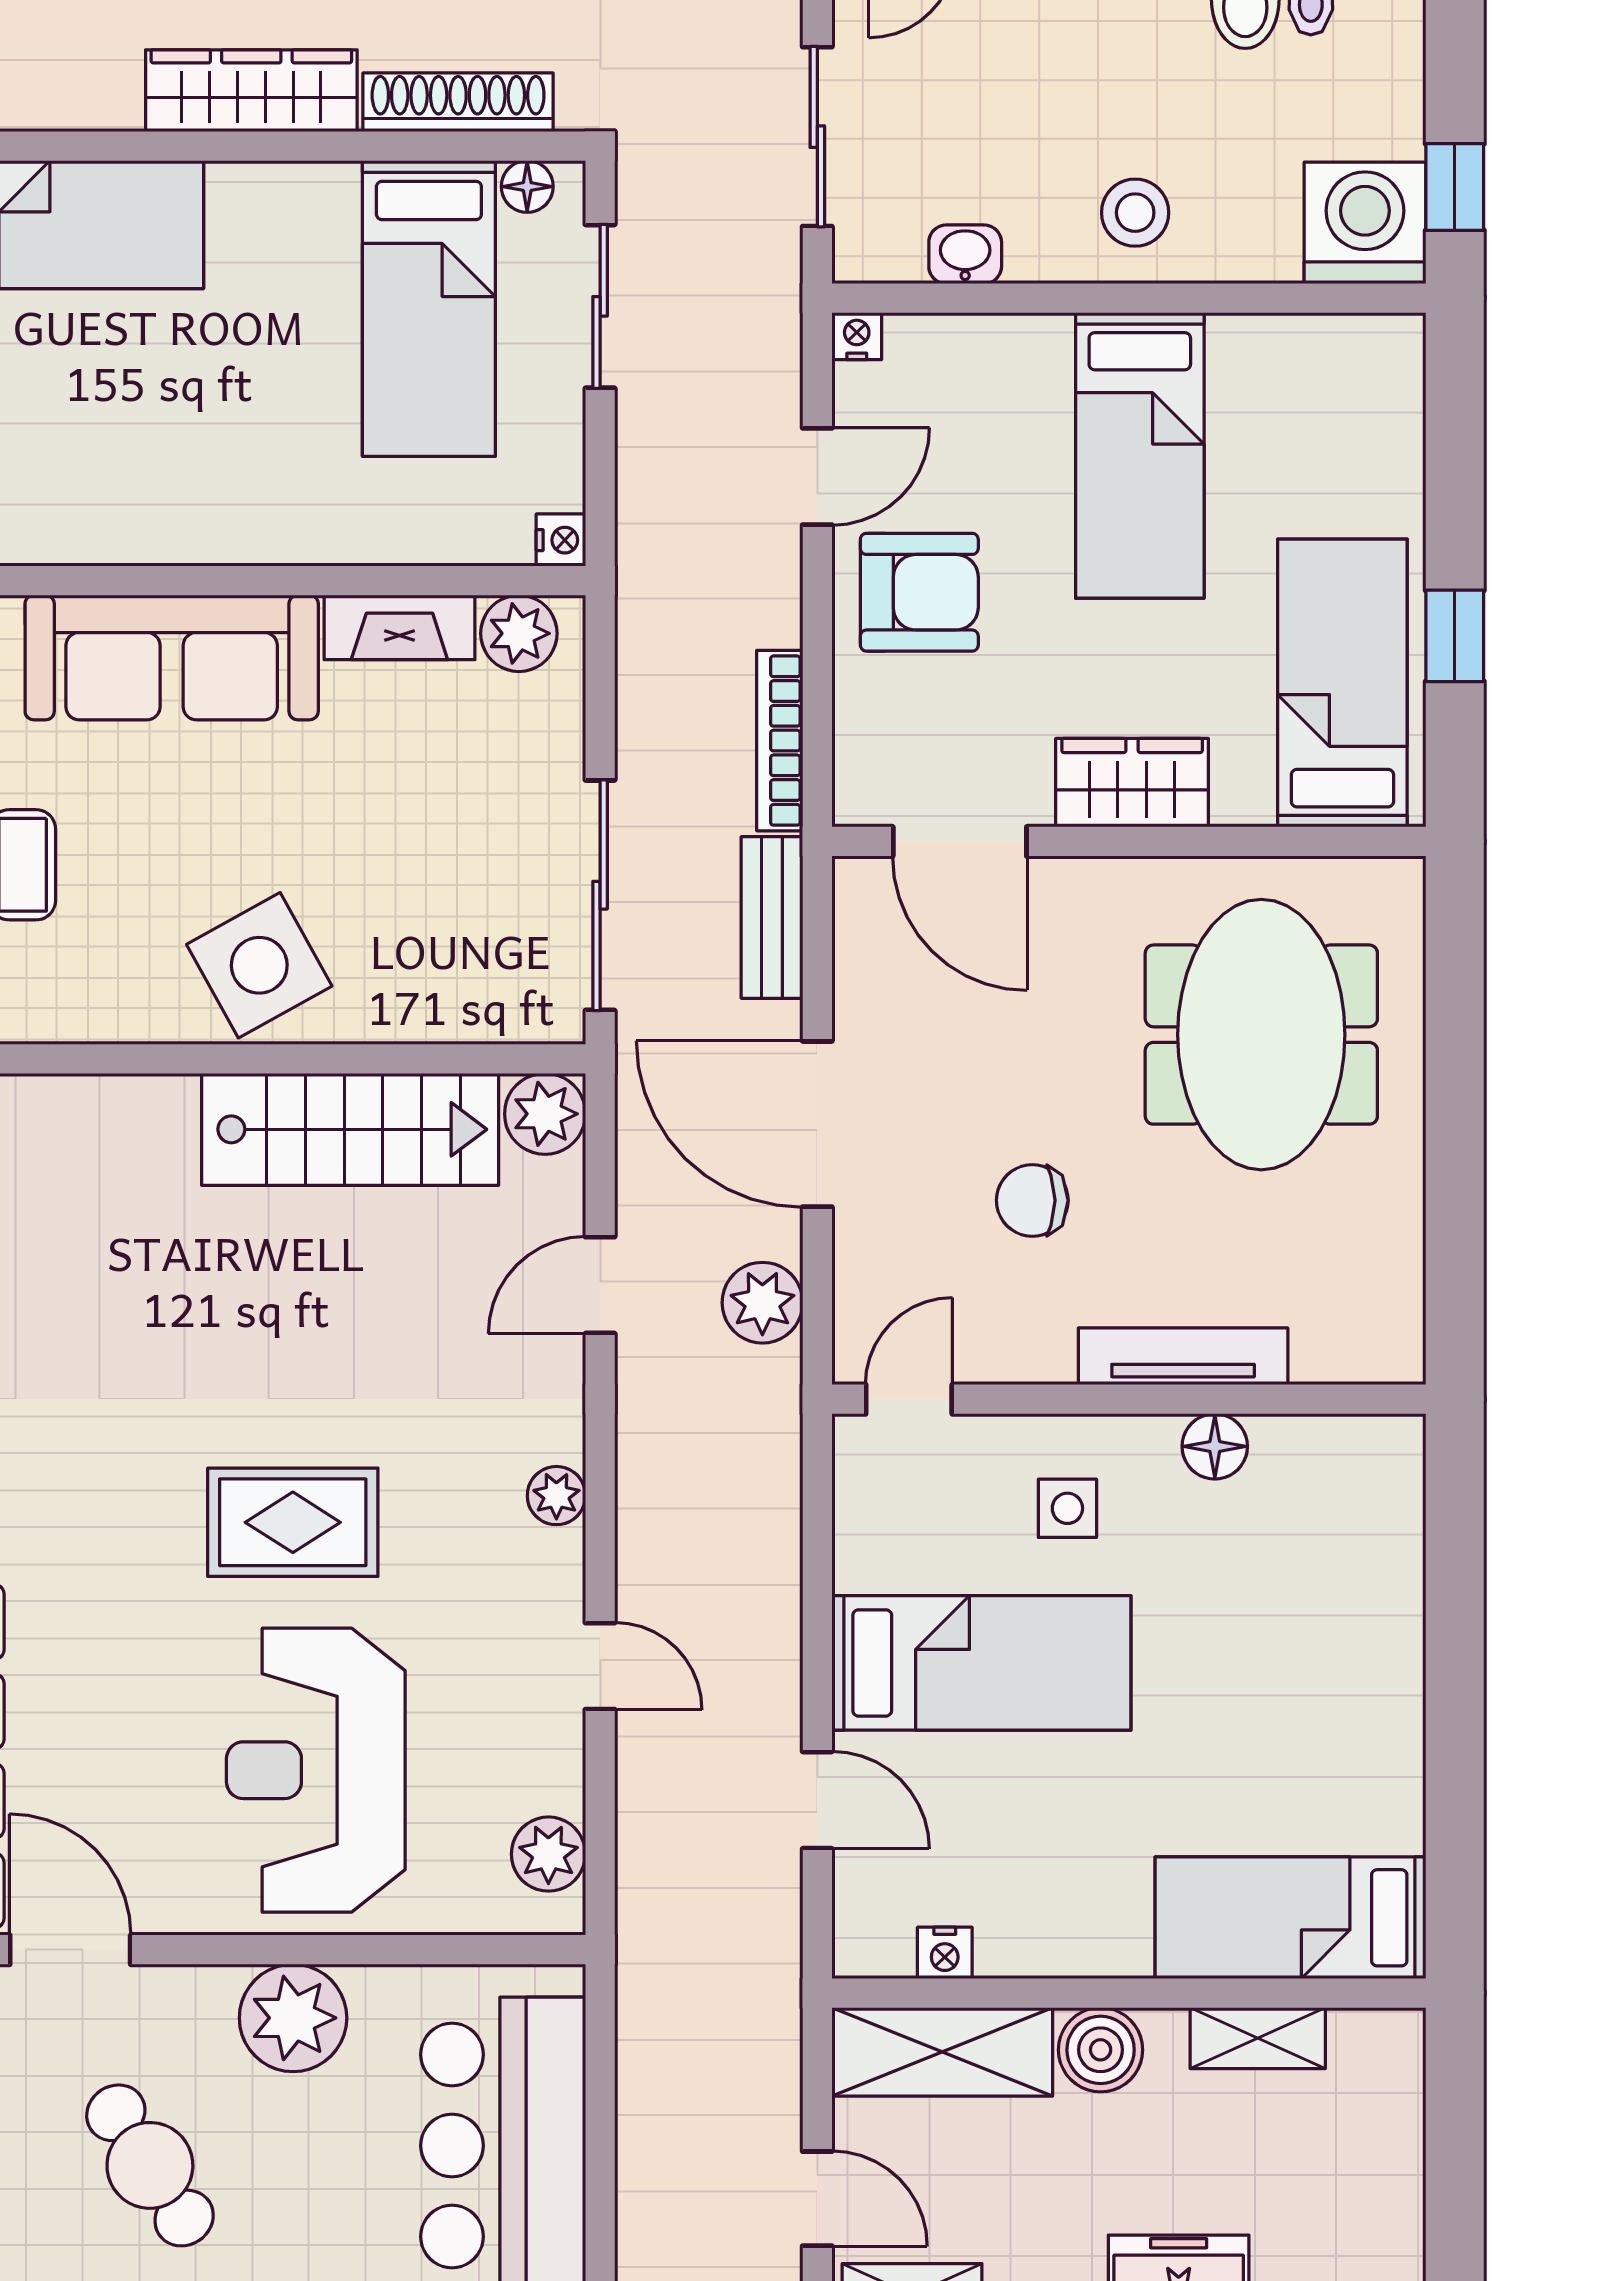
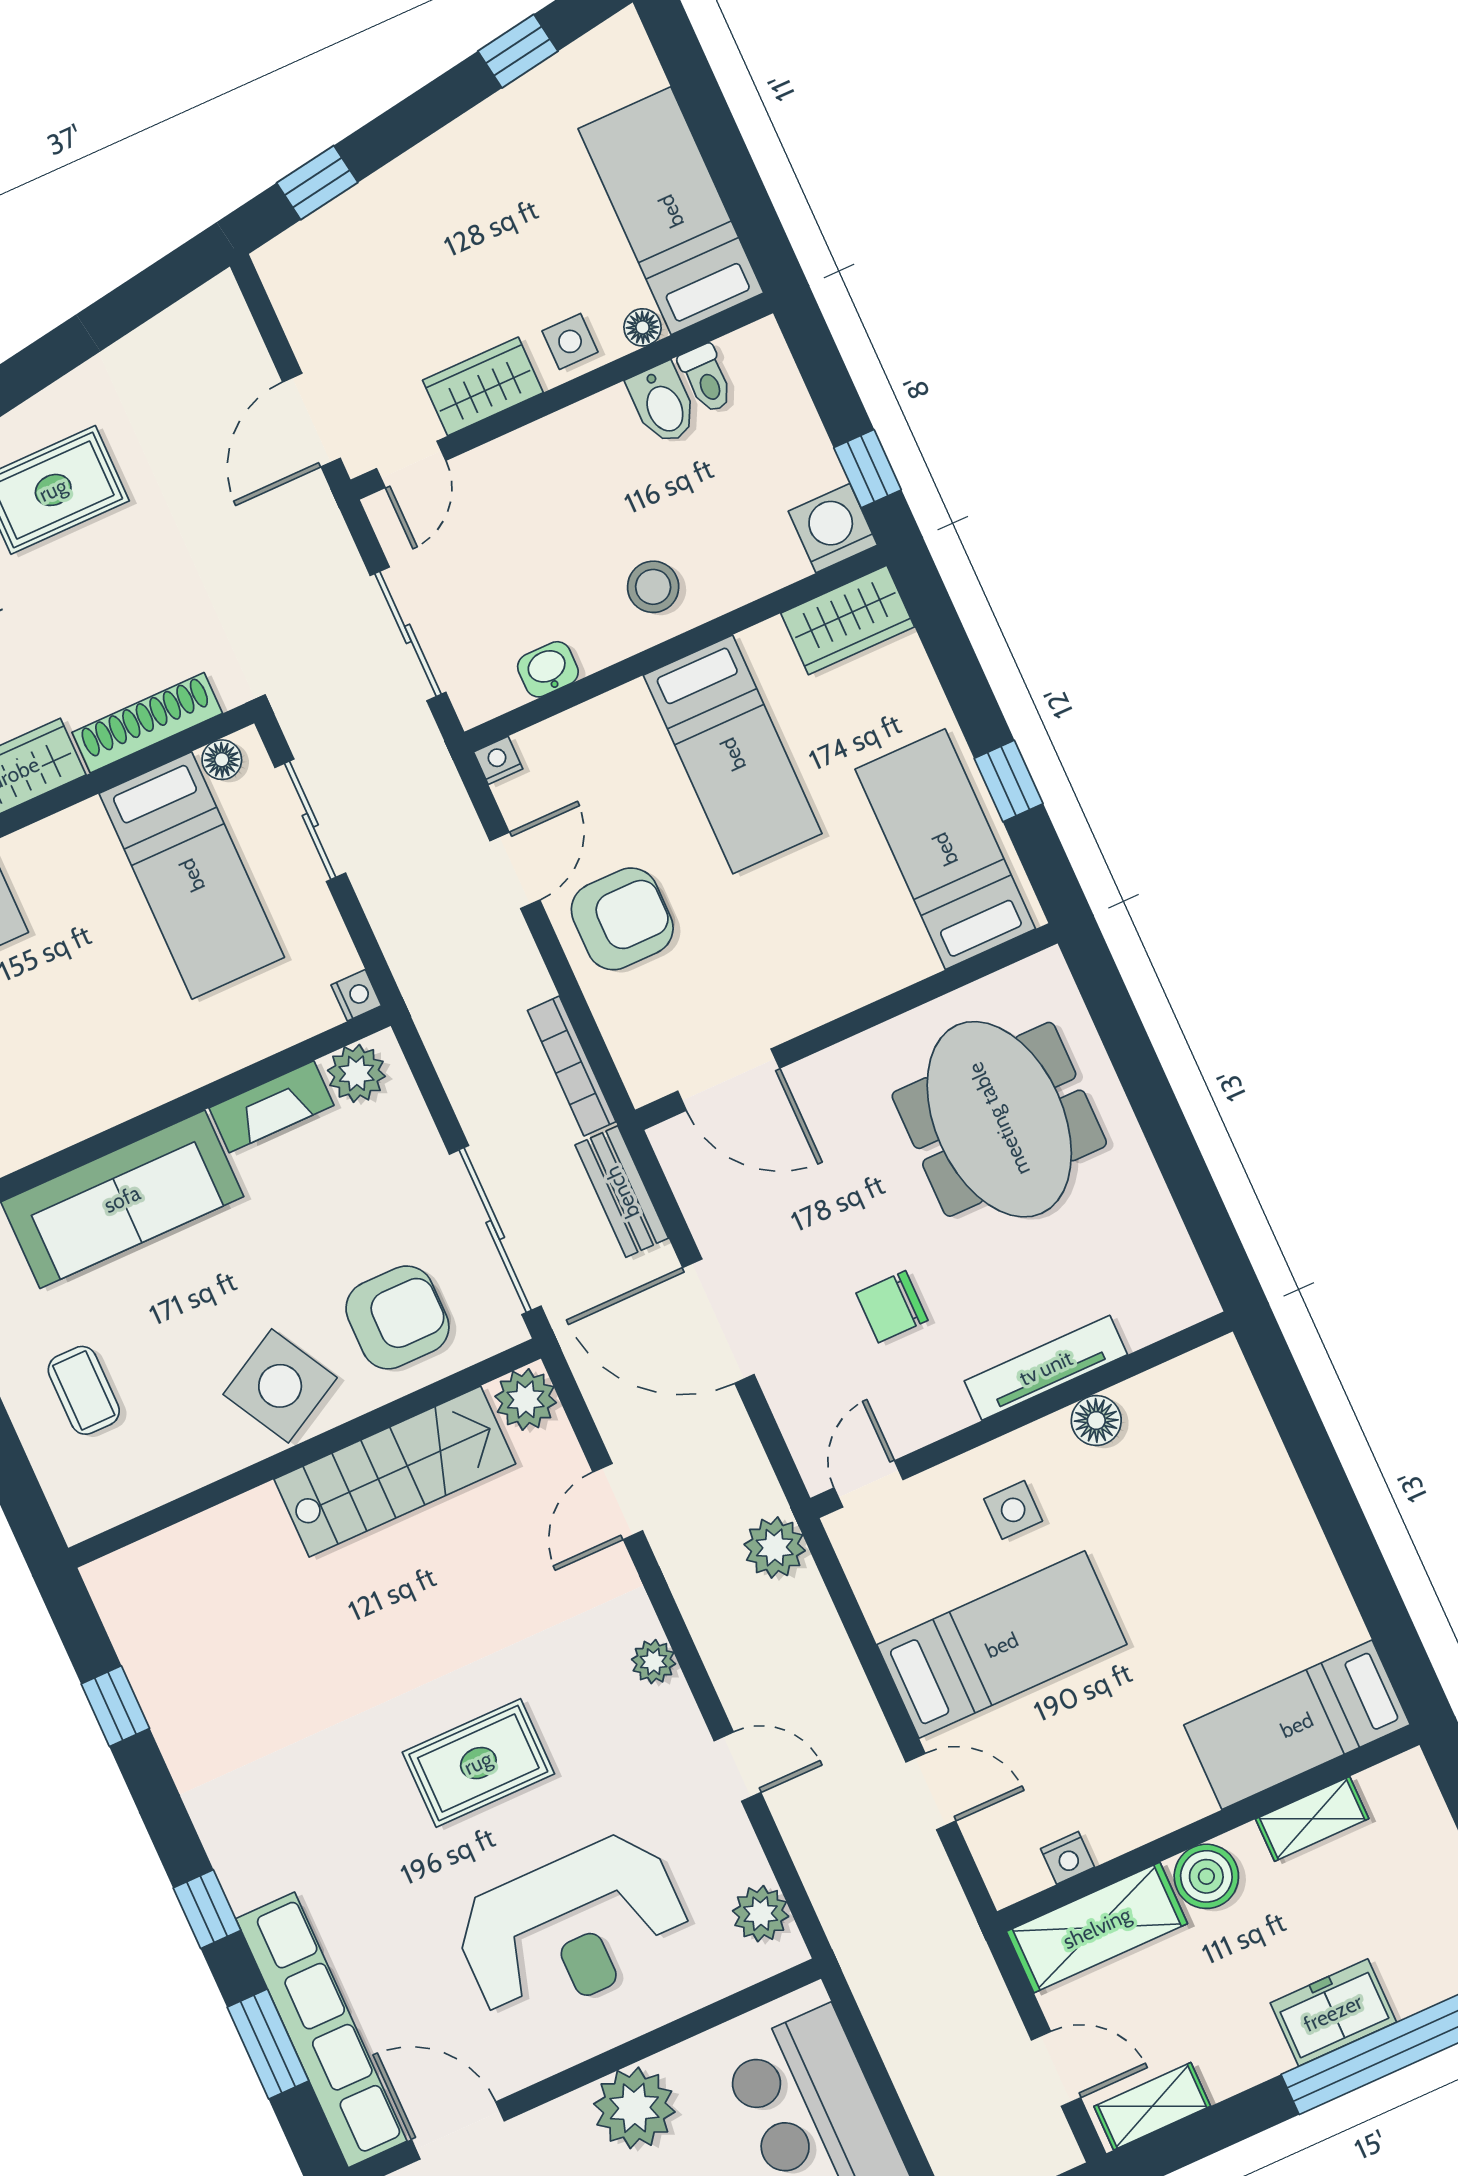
washing machine: (1365, 223) -> (833, 528), width x0.73, depth x0.73
wardrobe: (1132, 783) -> (848, 620), moved, turned 180
armchair: (436, 947) -> (397, 1317), added
plant: (762, 1303) -> (775, 1547), moved
reception desk: (316, 1770) -> (572, 1928), turned -90

